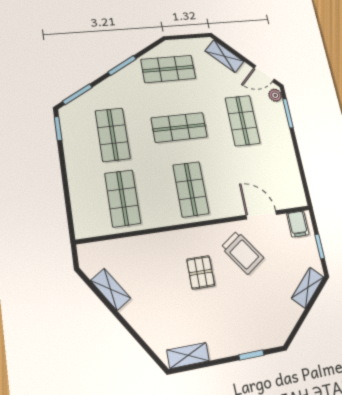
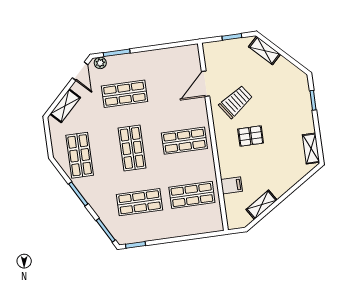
filing cabinet: (298, 224) -> (232, 185), moved

